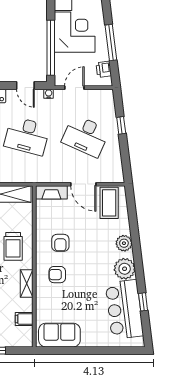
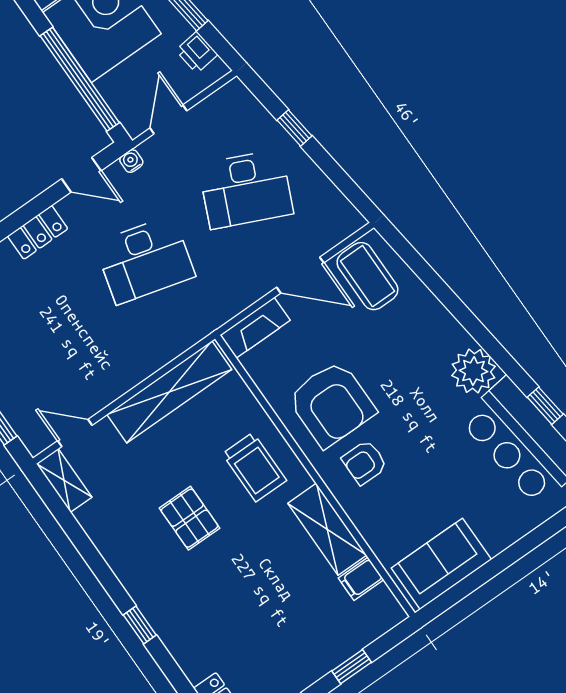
armchair: (60, 243) -> (332, 404), width x1.88, depth x1.88
plant: (124, 243) -> (442, 328), removed
shelving: (27, 284) -> (327, 529), width x1.50, depth x1.33

